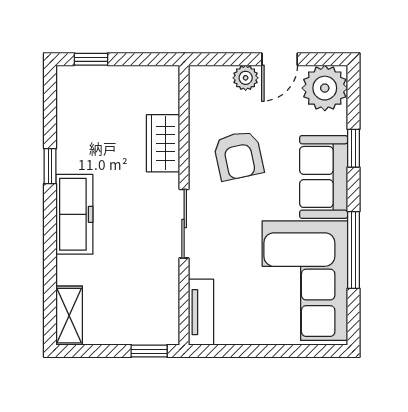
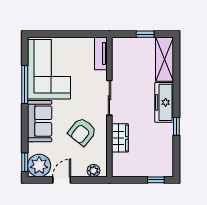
plant: (246, 78) -> (94, 171), moved
window: (353, 148) -> (25, 162), moved
armchair: (239, 156) -> (82, 132), turned -129
shelving: (69, 316) -> (165, 59), width x1.50, depth x1.33
window: (149, 351) -> (145, 34), moved

